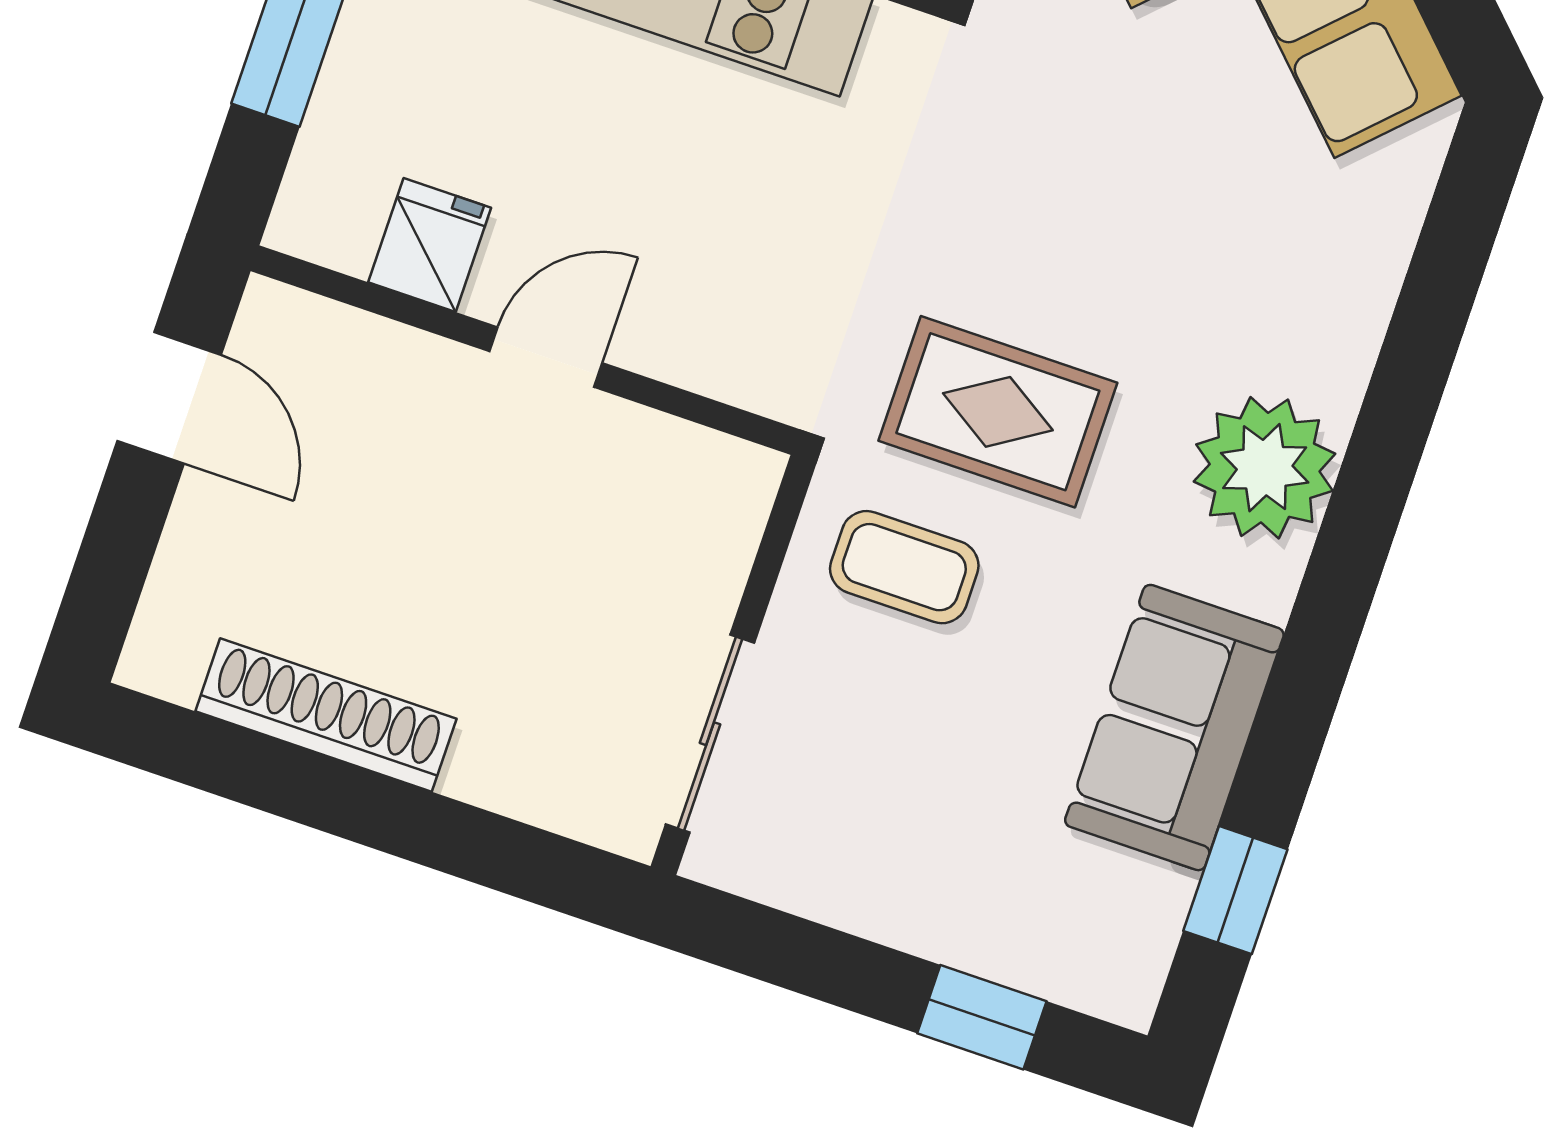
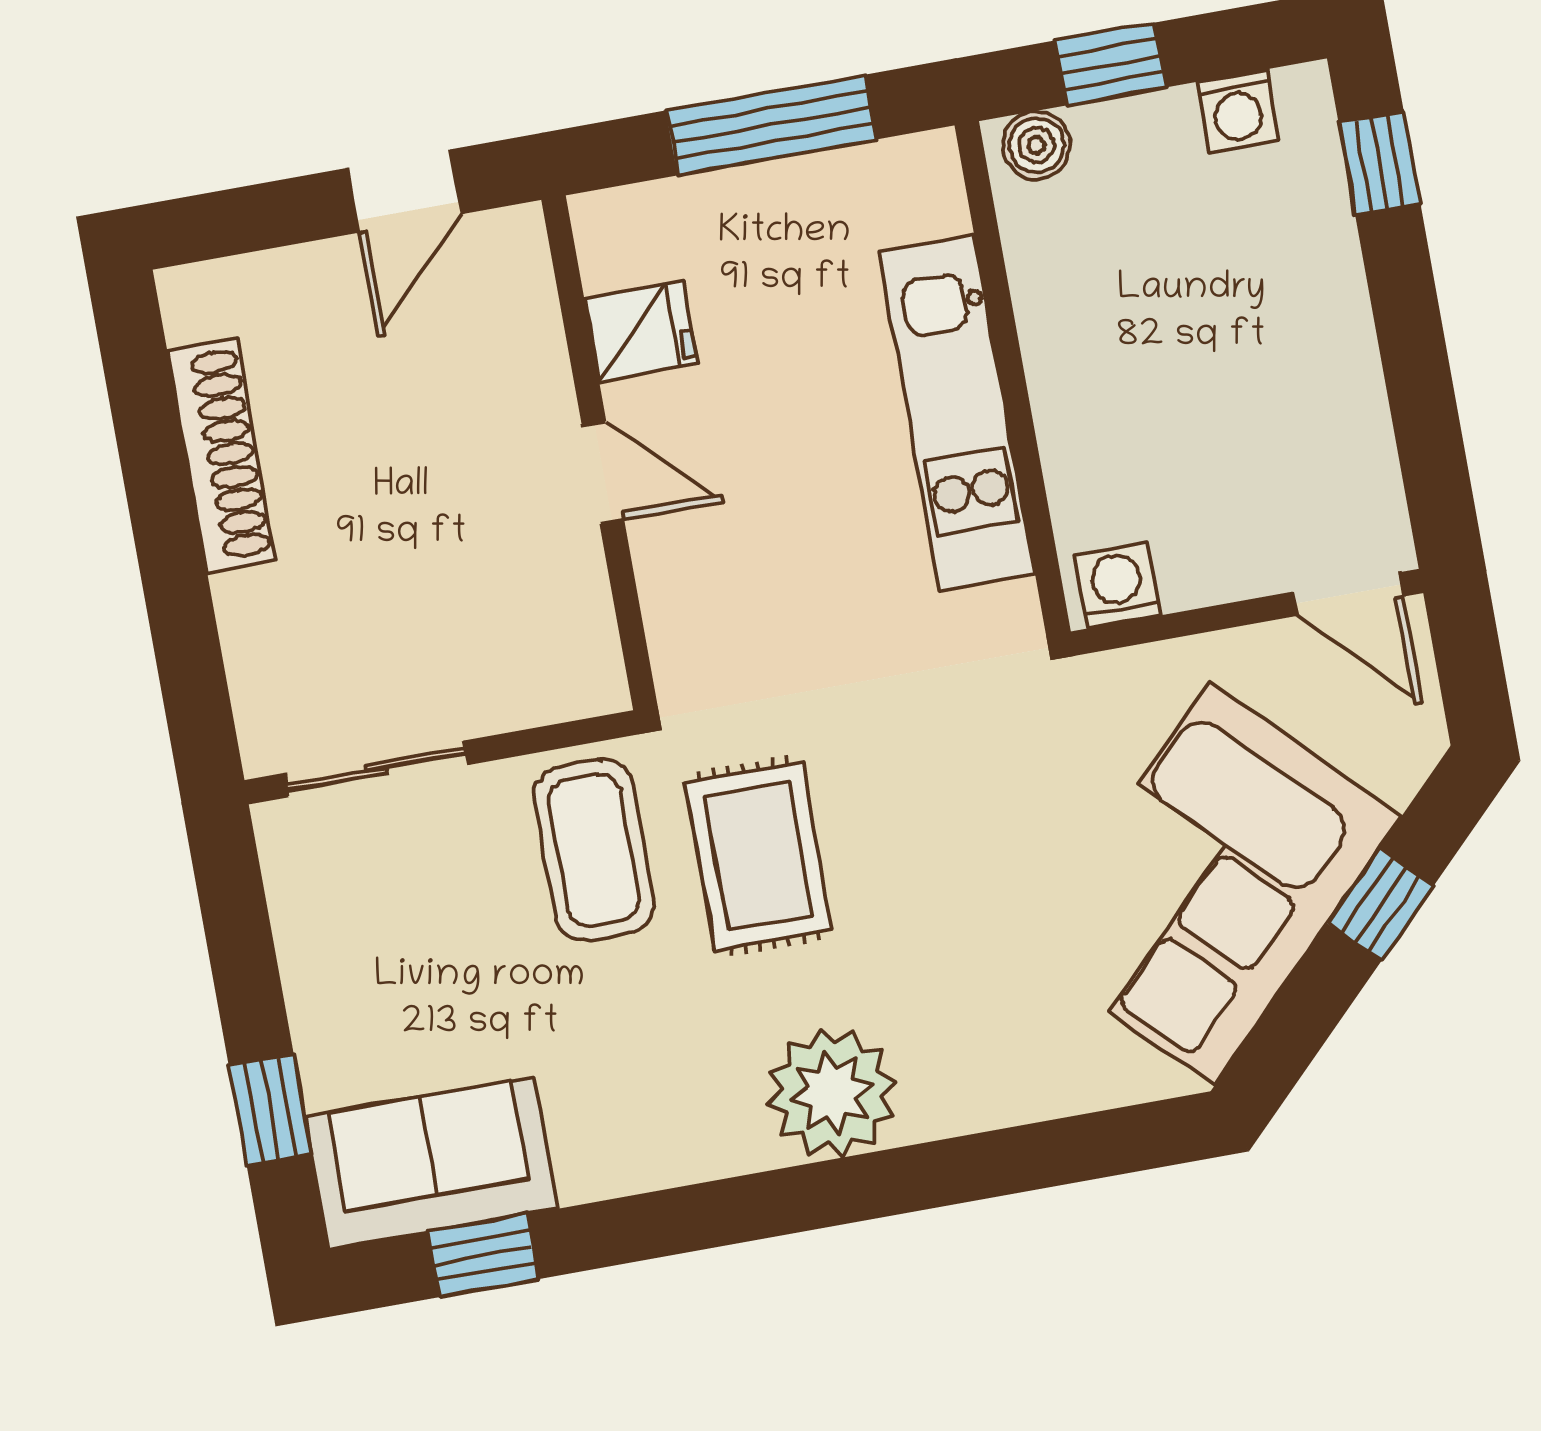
coffee table: (904, 567) -> (594, 850), width x1.36, depth x1.30
sofa: (1174, 728) -> (431, 1163), moved

